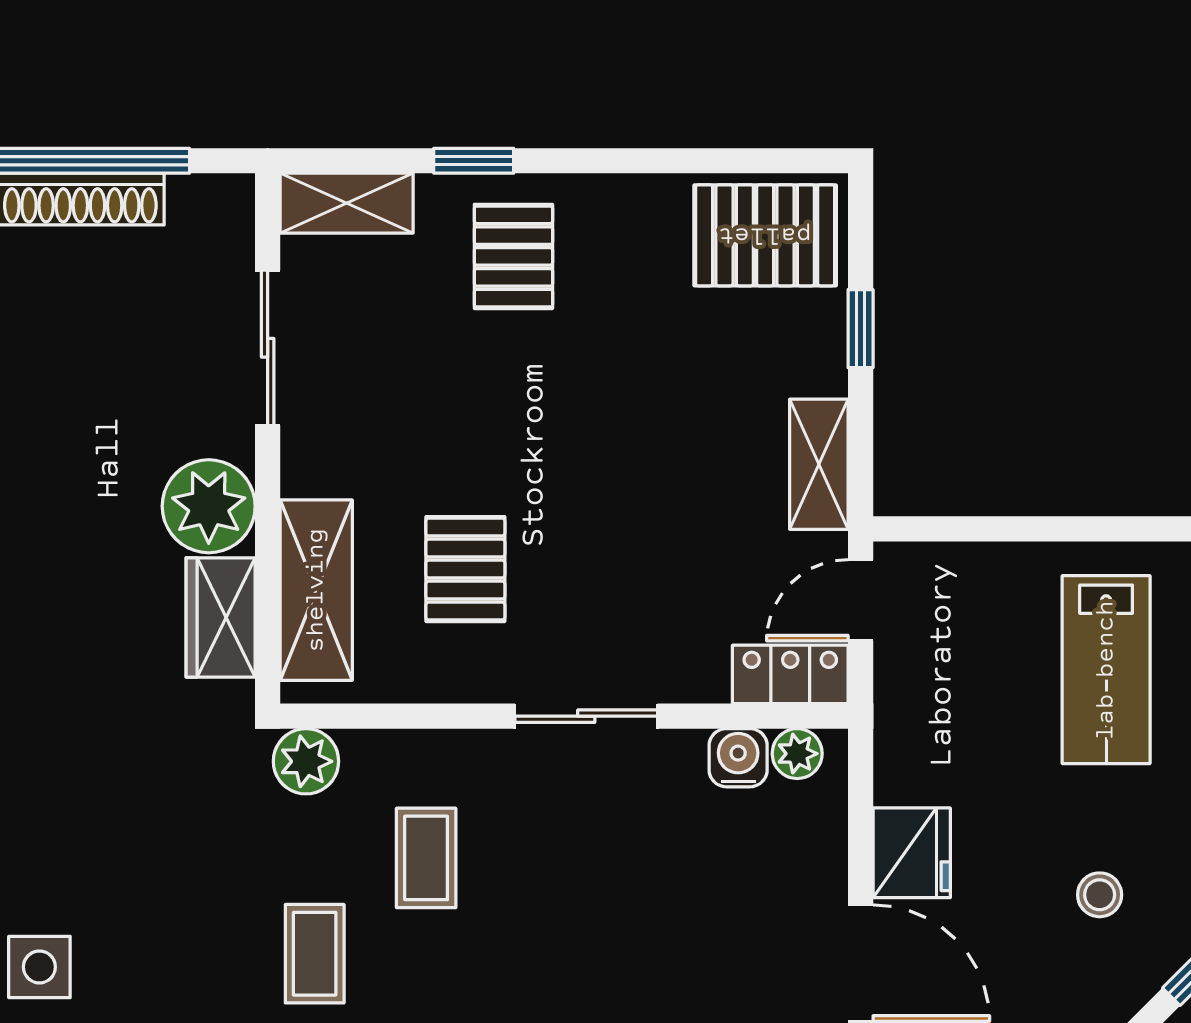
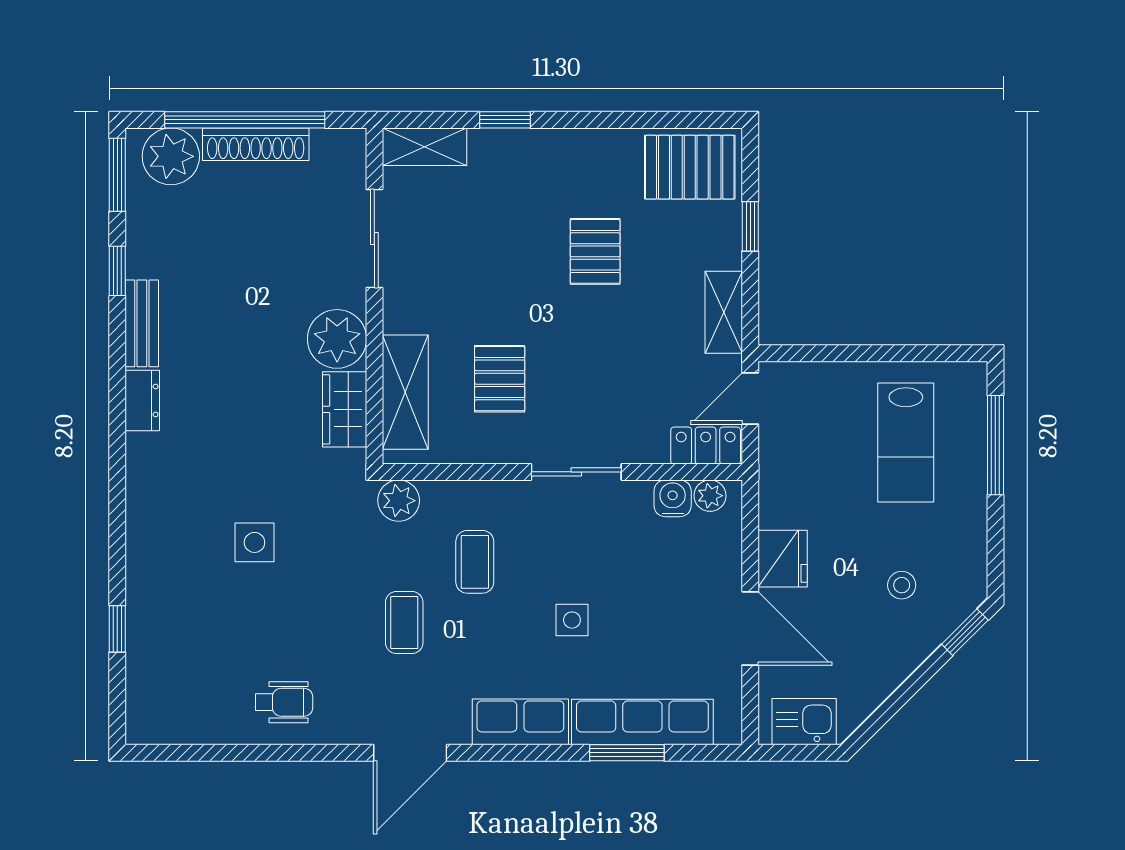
pallet: (513, 256) -> (595, 251), moved
side table: (579, 950) -> (572, 620), added
side table: (39, 967) -> (254, 542), moved

